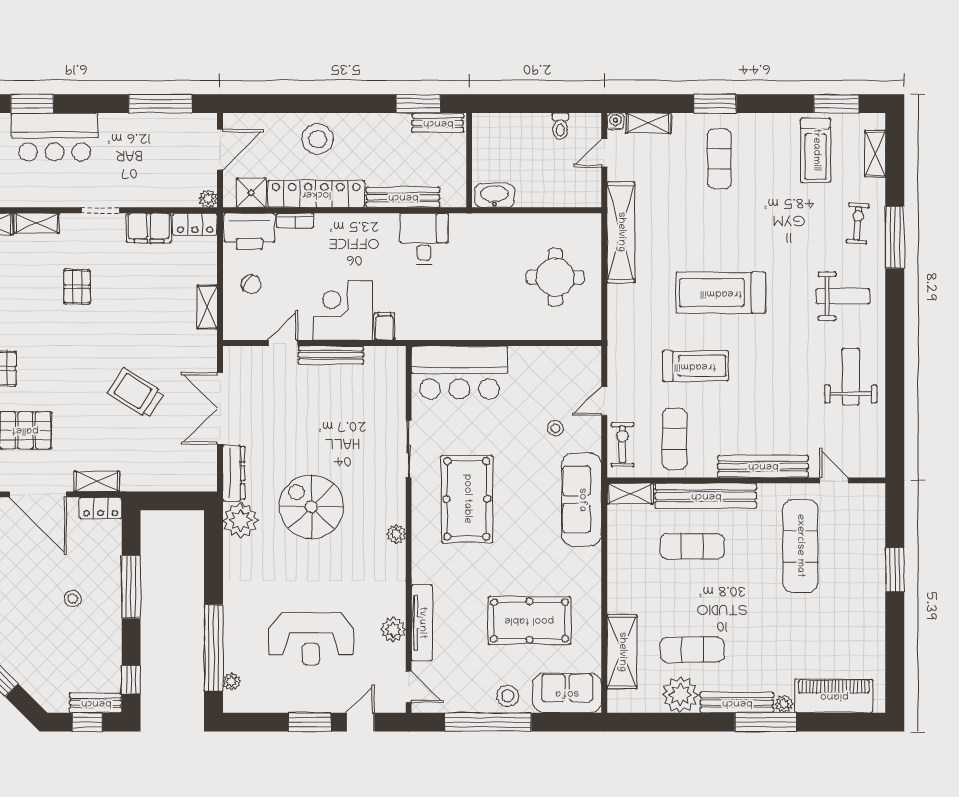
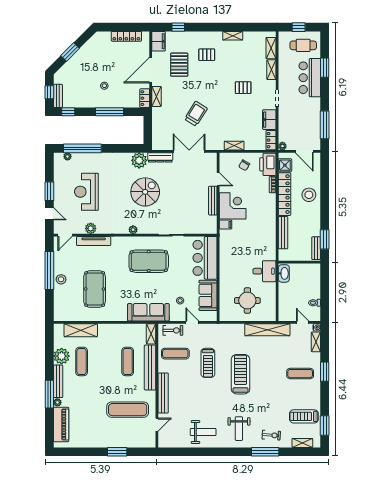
desk: (424, 239) -> (264, 271), moved
sofa: (567, 693) -> (208, 295), moved, turned 180

